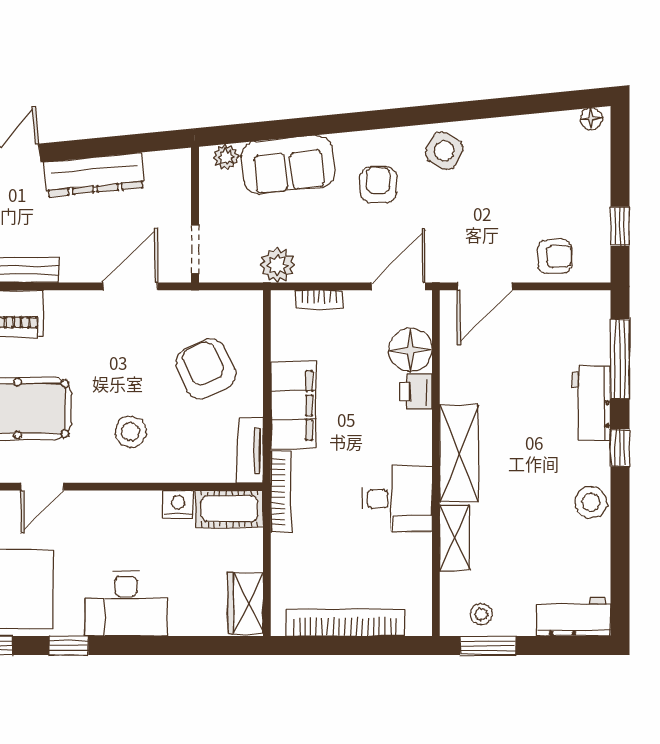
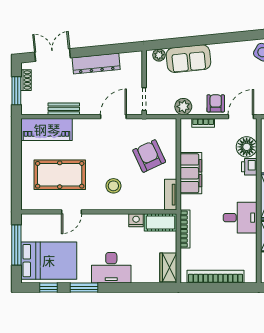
armchair: (378, 185) -> (216, 103), moved
bookcase: (281, 492) -> (185, 229), moved
window: (69, 646) -> (84, 288), width x1.50

